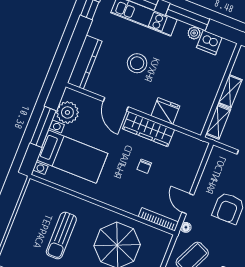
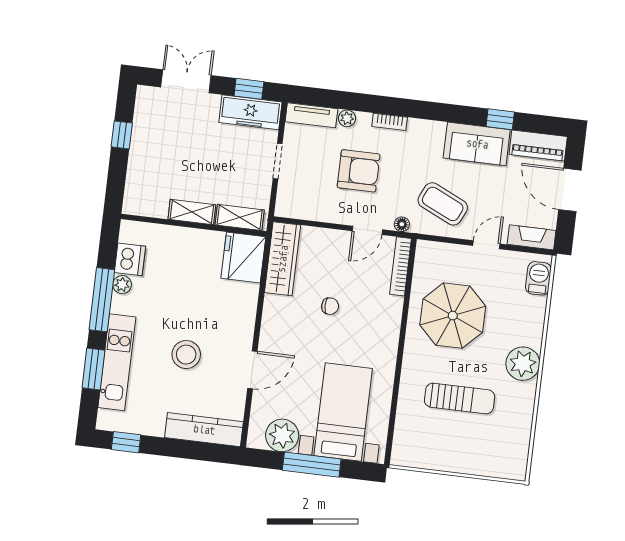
fridge: (165, 111) -> (243, 257), moved, width x1.36, depth x1.34
wardrobe: (148, 129) -> (283, 259), moved

